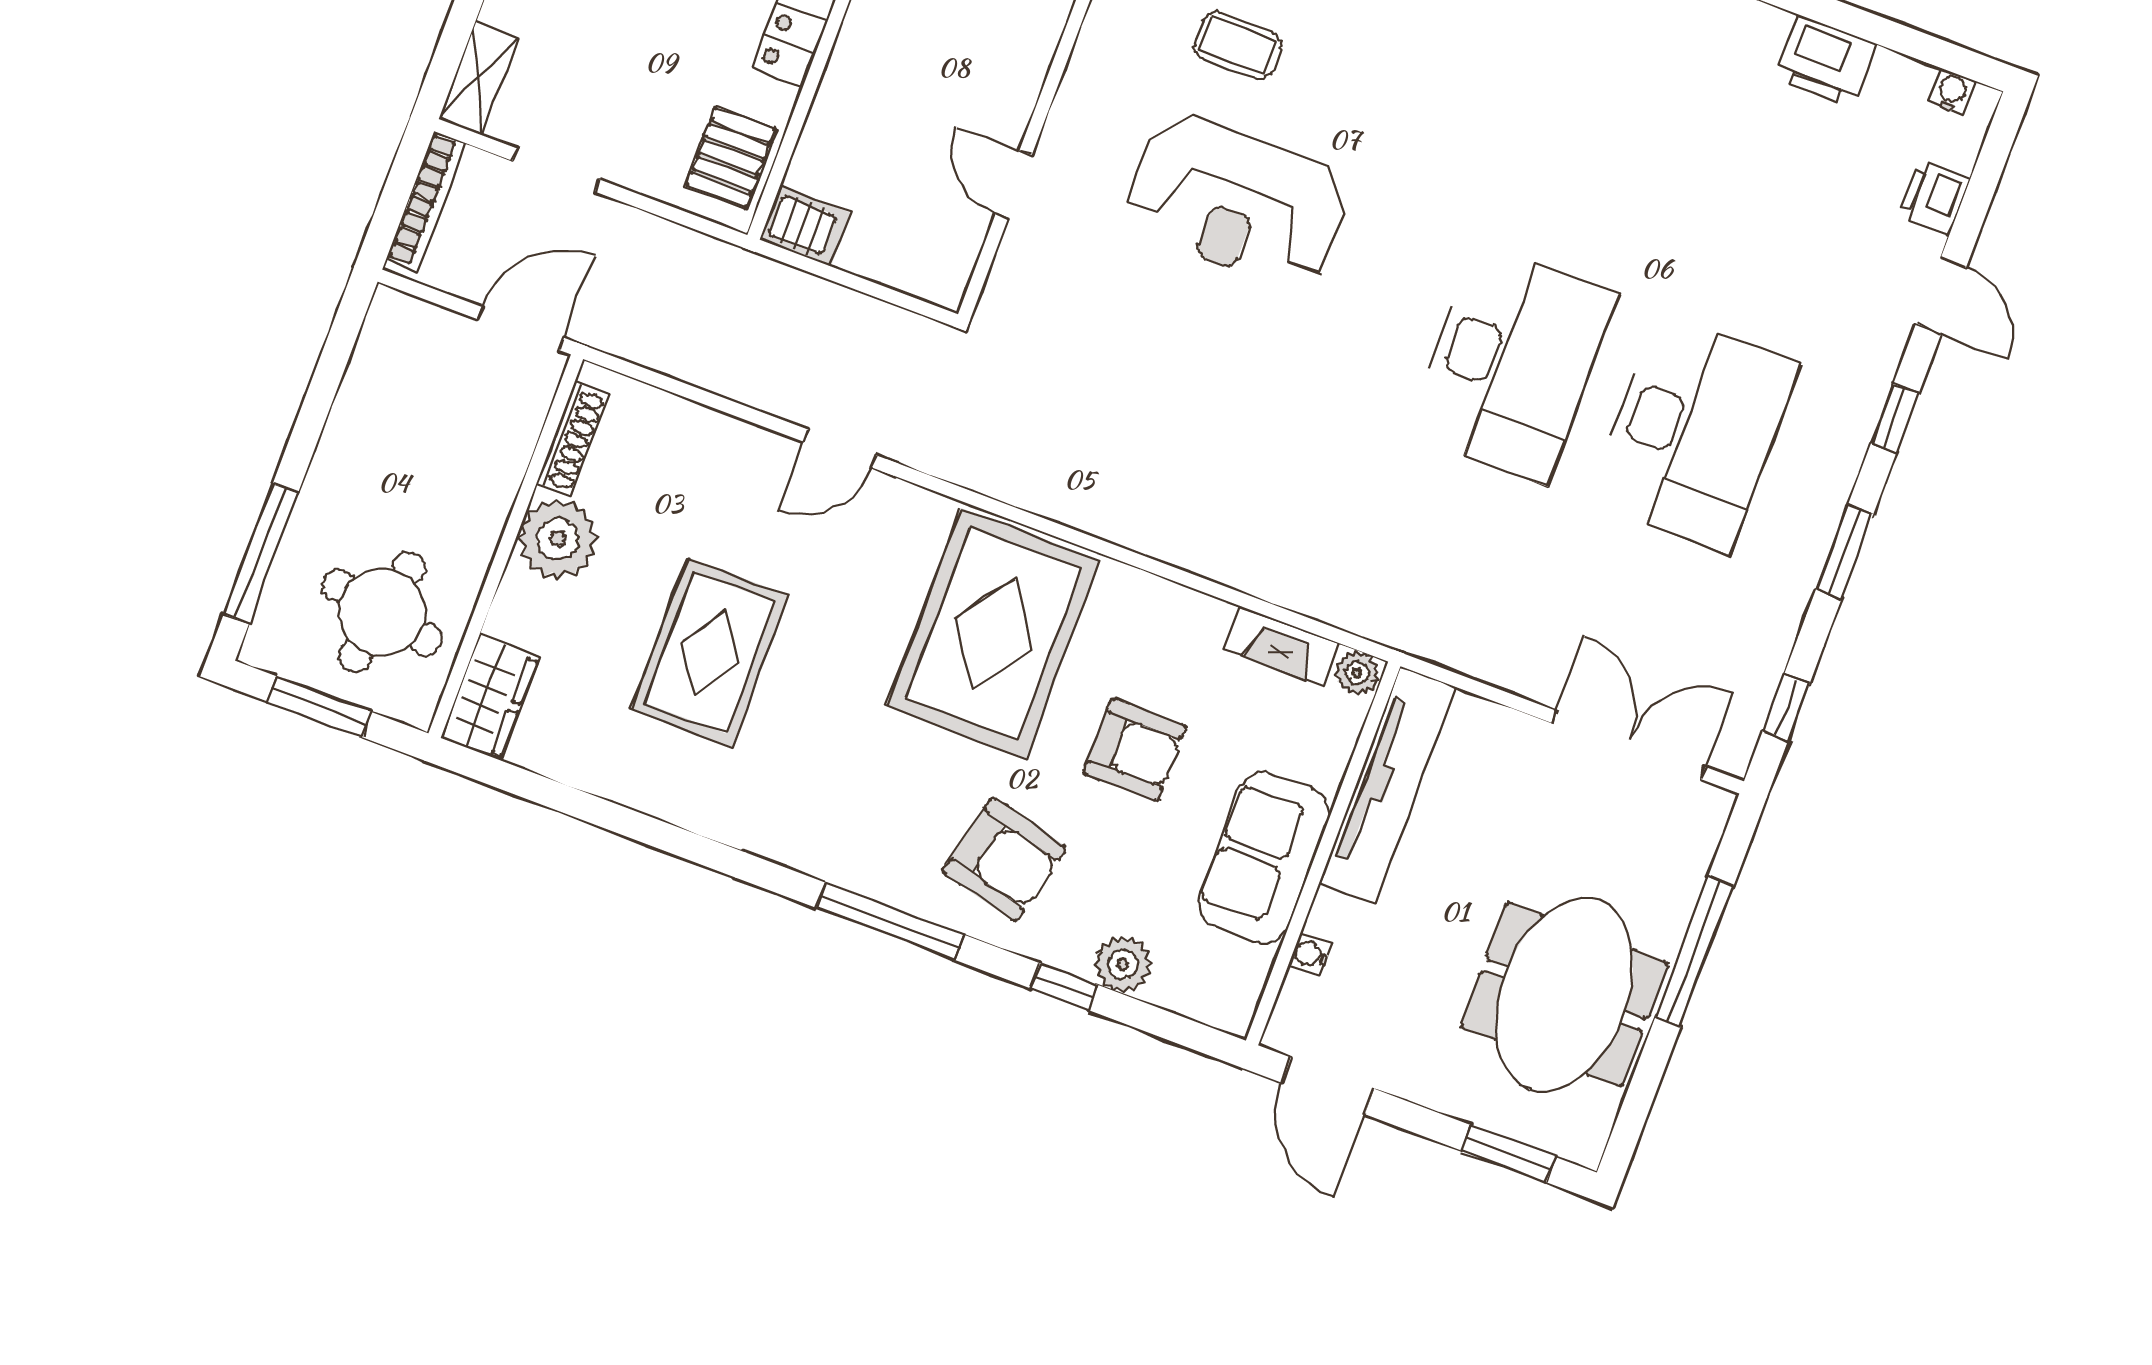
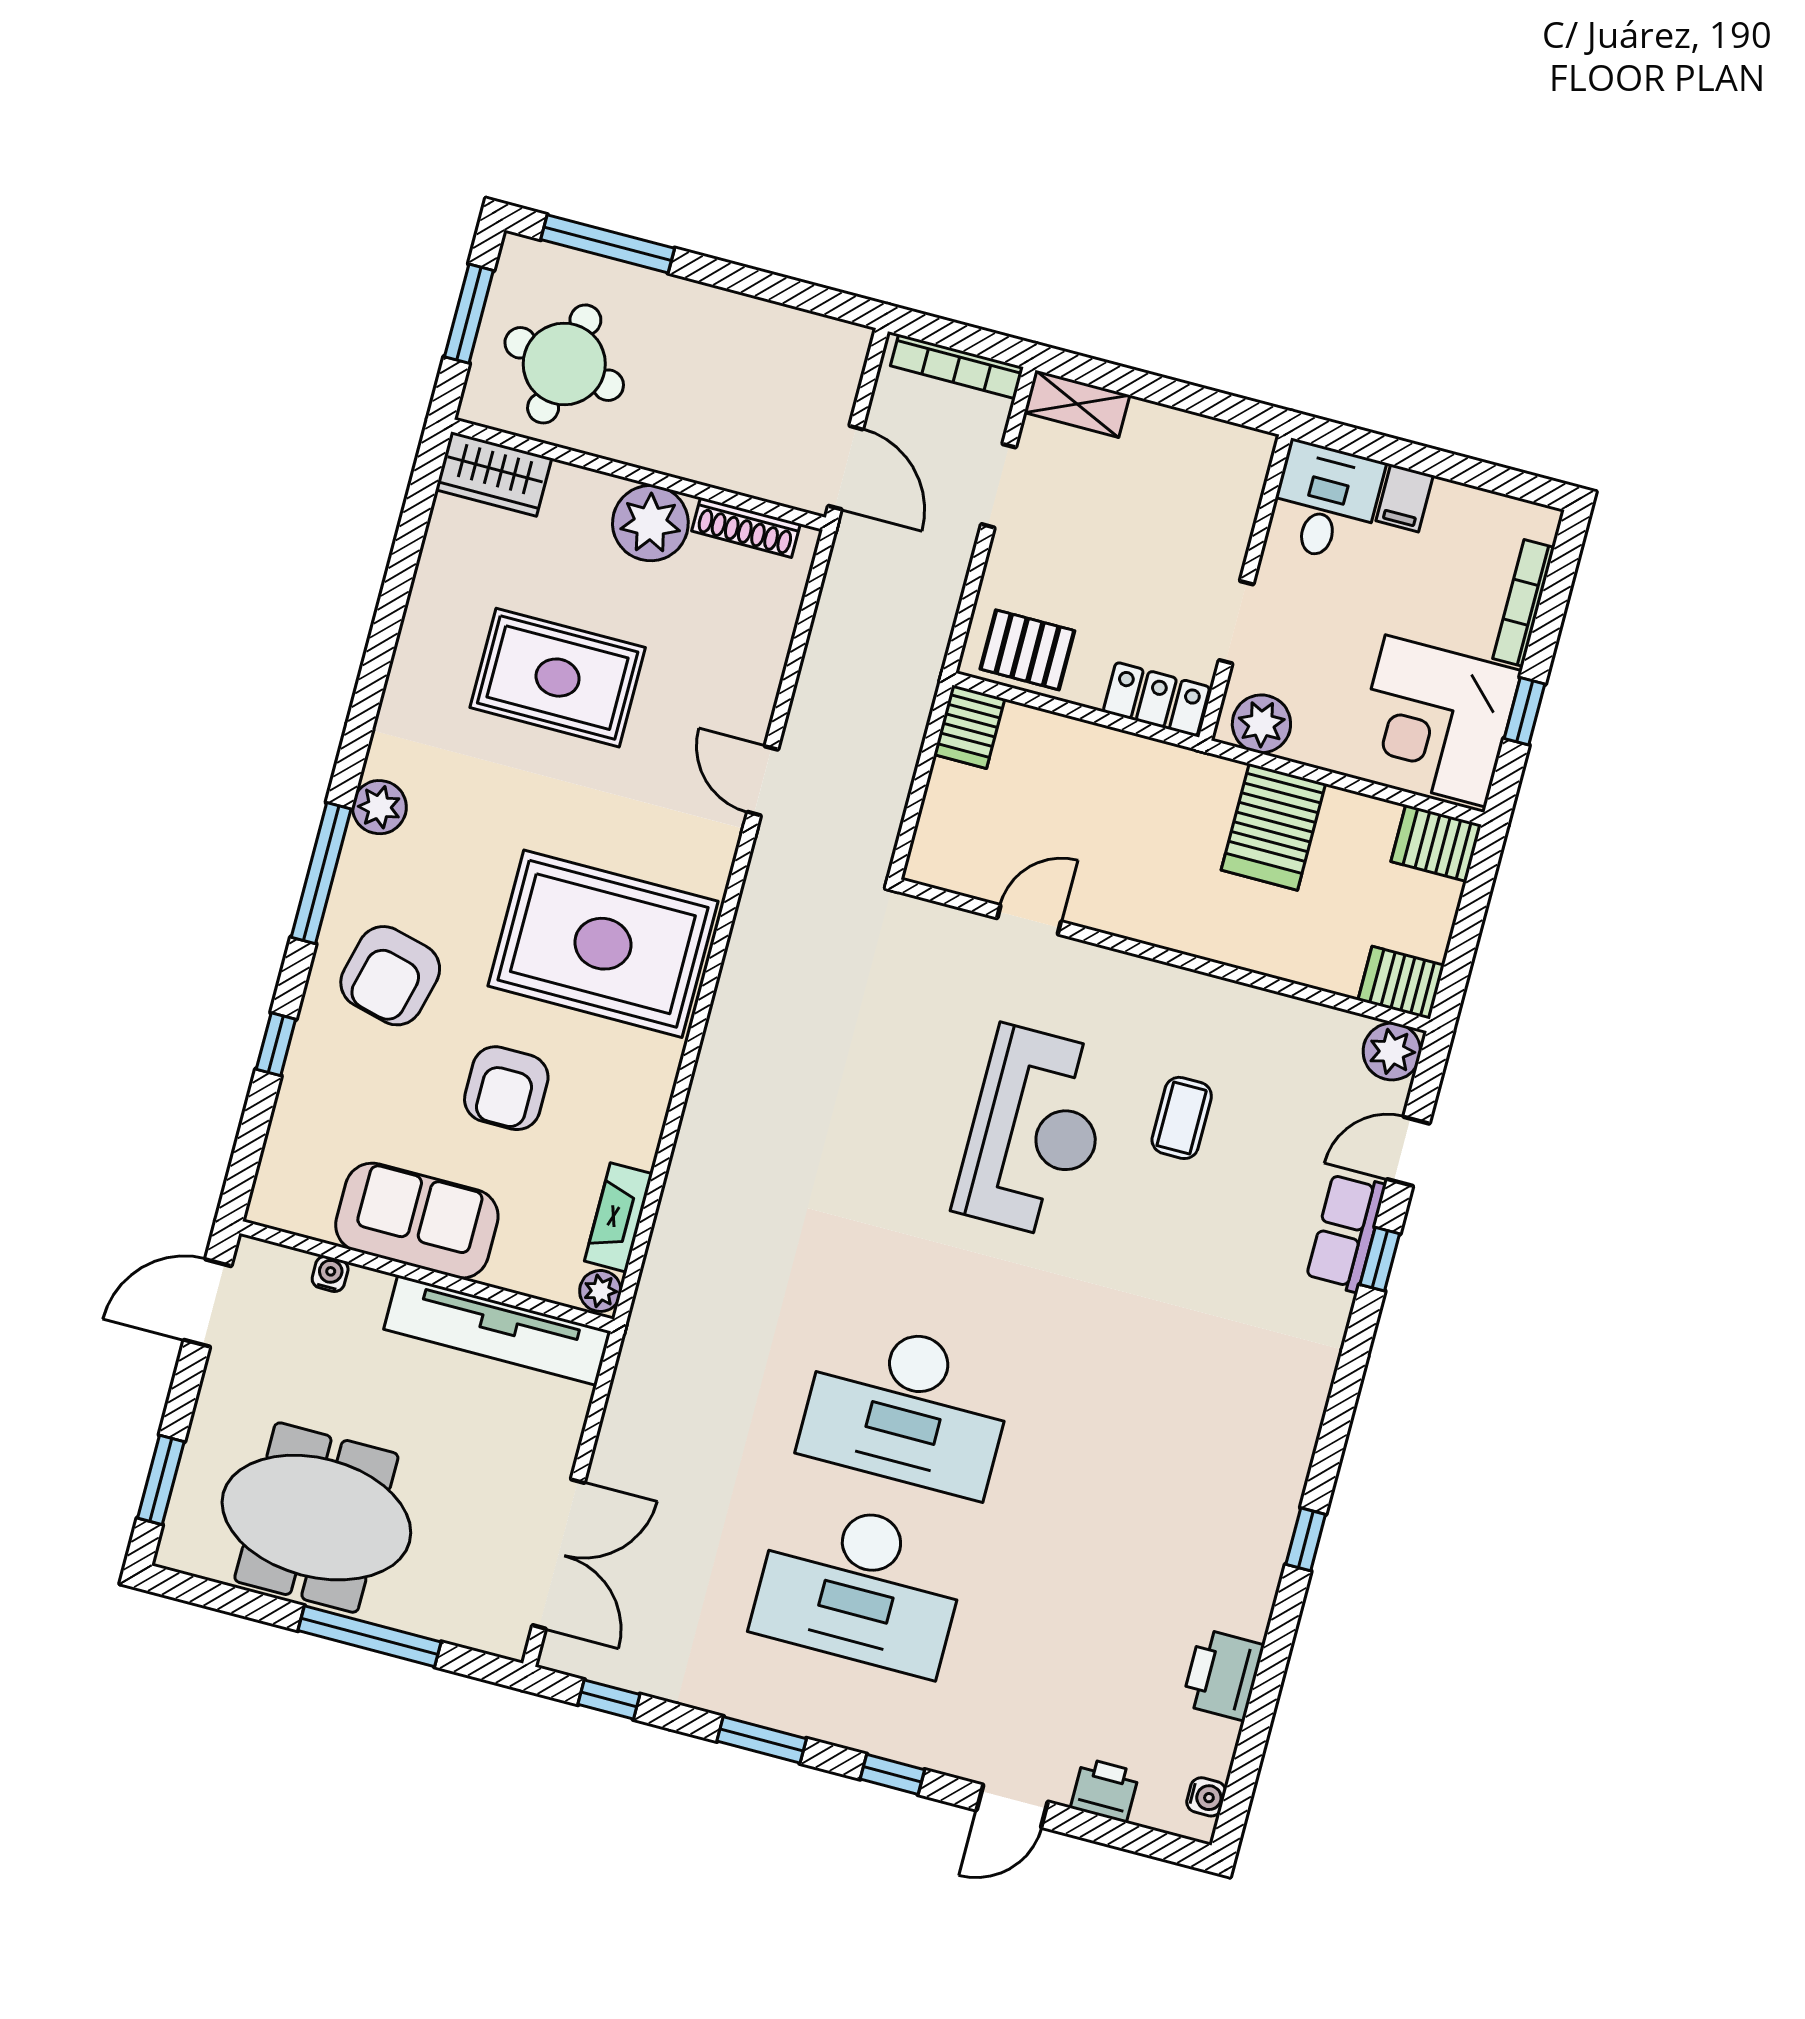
reception desk: (1237, 201) -> (1035, 1132), turned 180
plant: (1123, 964) -> (379, 807), moved

